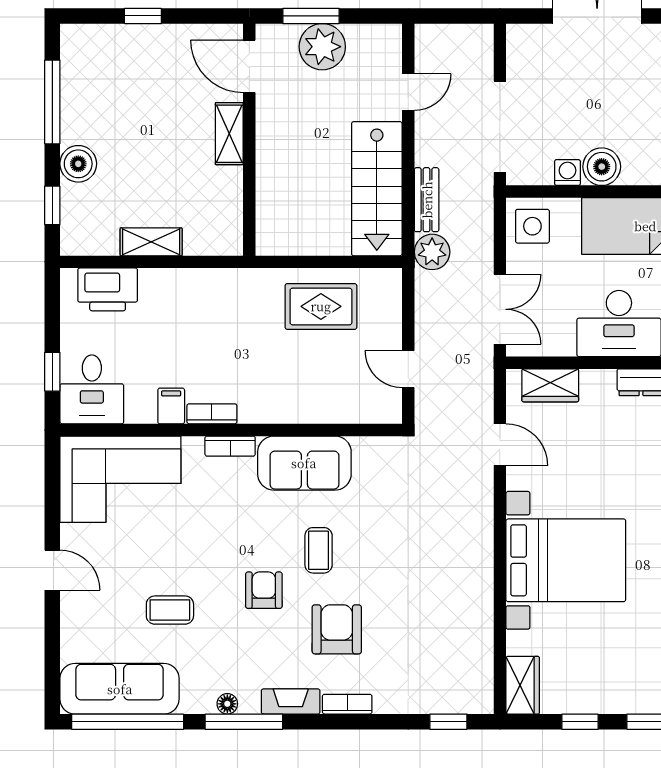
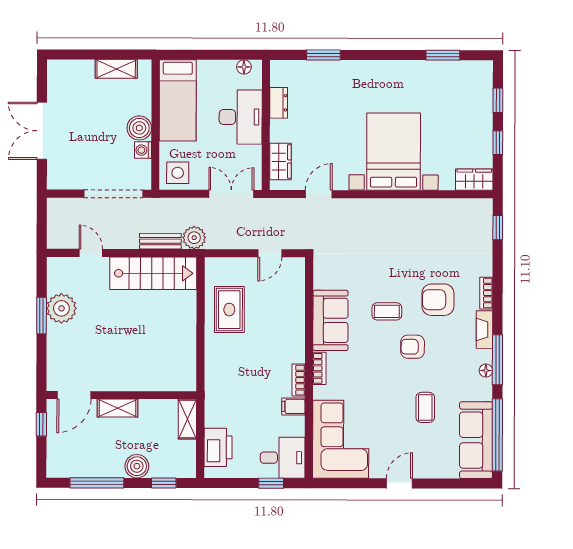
door: (249, 66) -> (74, 395), moved
shelving: (229, 134) -> (117, 408), moved
wall: (249, 140) -> (121, 395), moved

